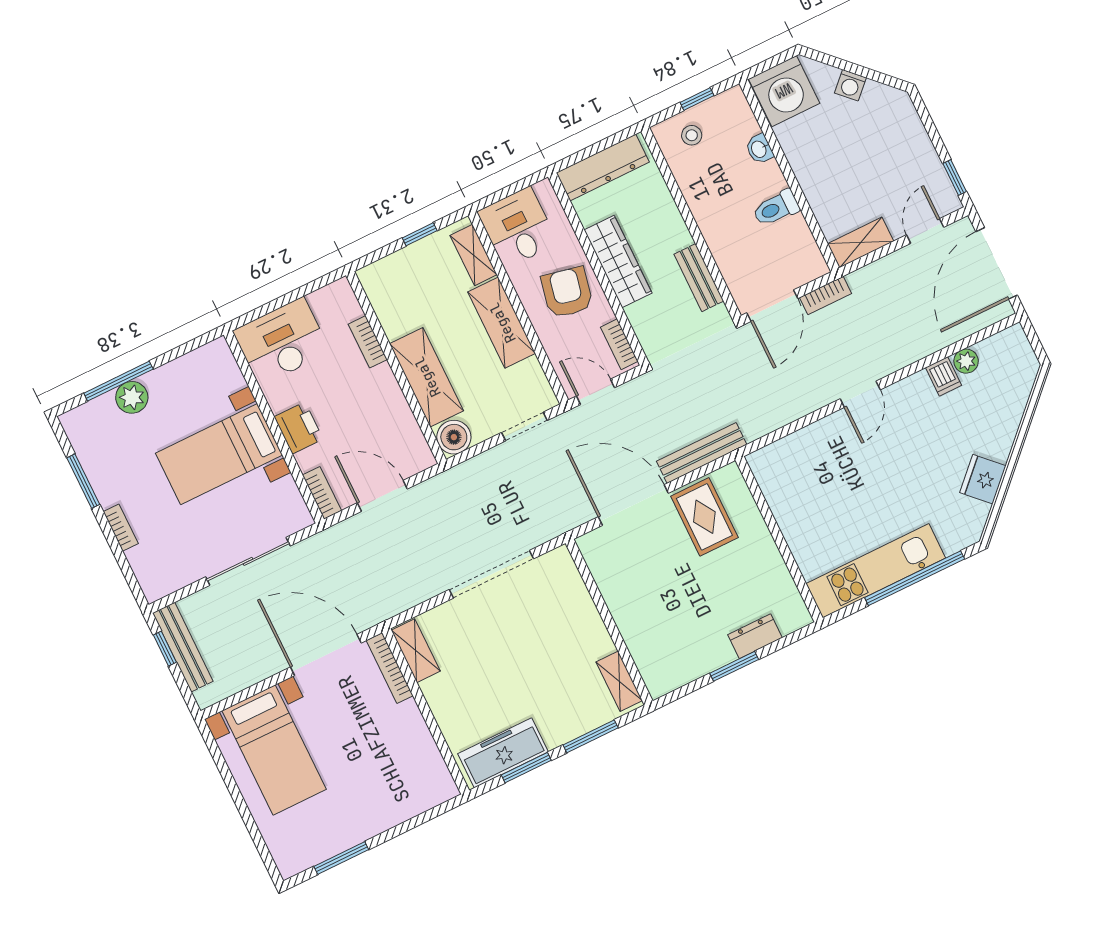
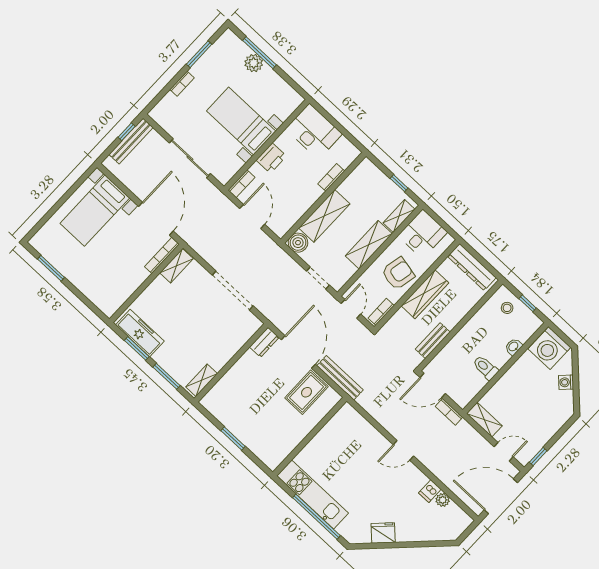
dresser: (755, 636) -> (264, 342), moved, turned 90

